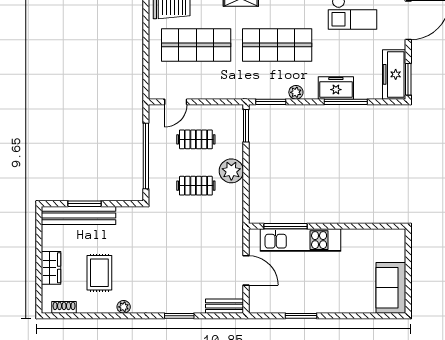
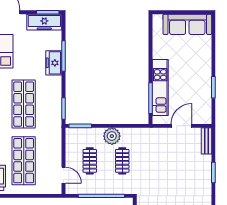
plant: (296, 92) -> (57, 91), removed
sofa: (391, 288) -> (187, 24), width x1.36

